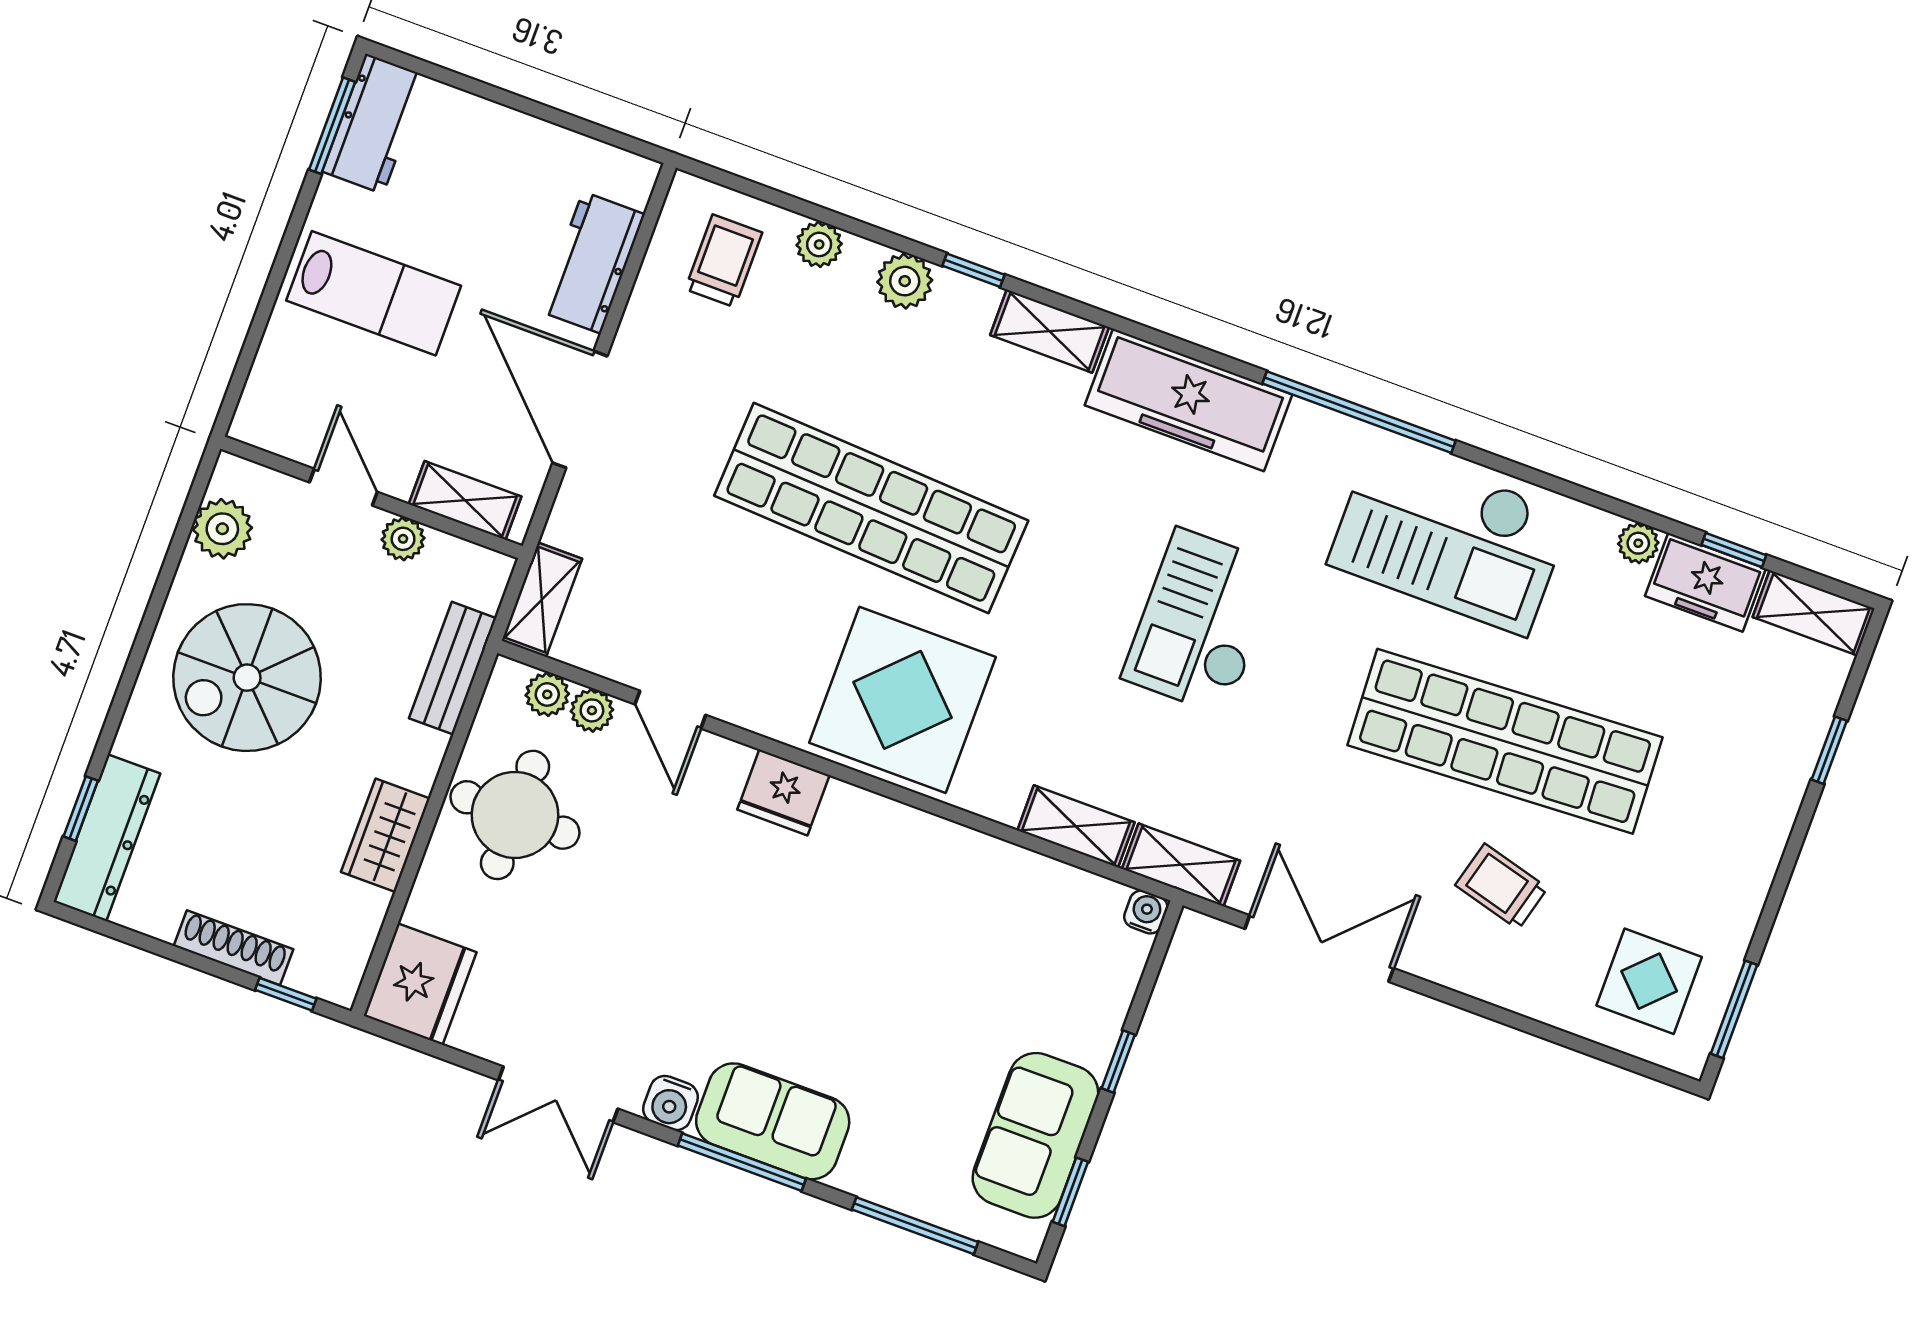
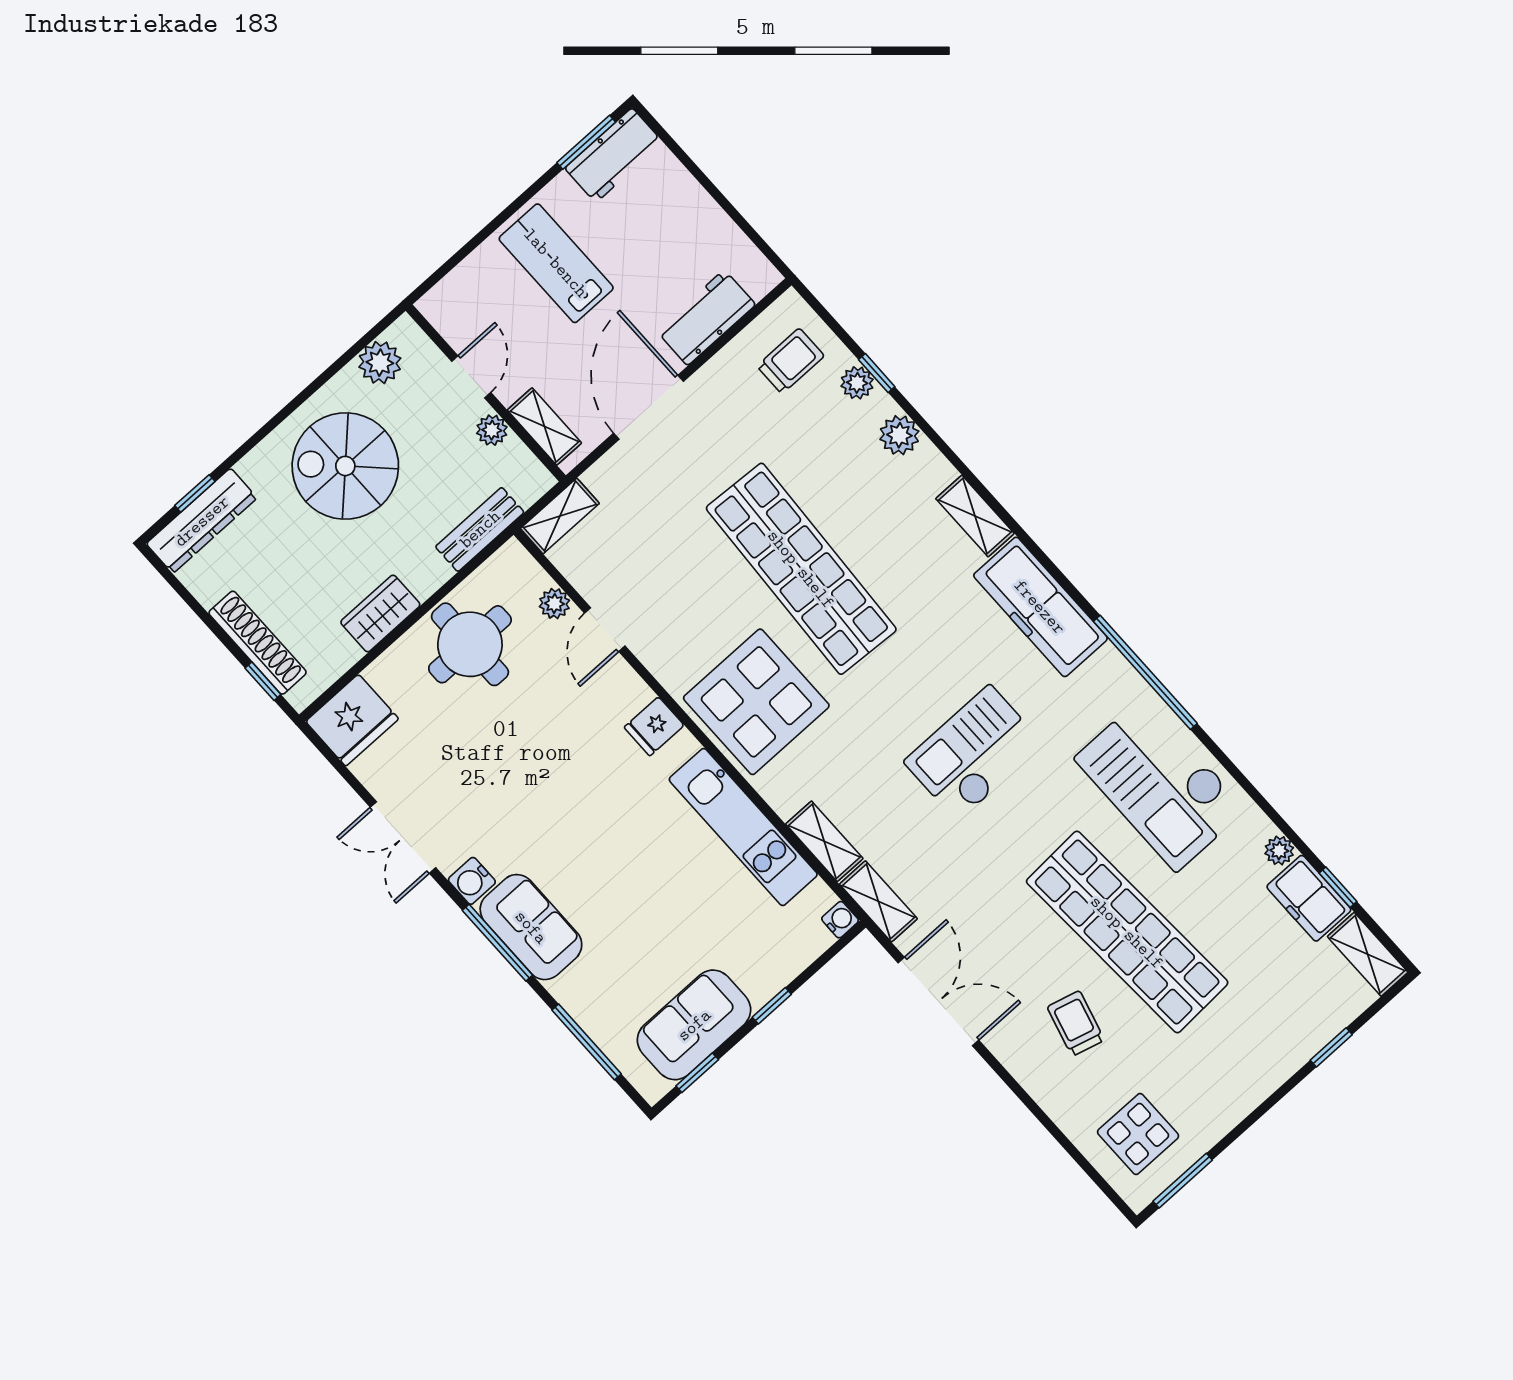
window: (974, 270) -> (877, 373), moved
lab bench: (374, 293) -> (556, 263), turned 180
plant: (547, 694) -> (531, 578), removed
fridge: (783, 792) -> (654, 726), width x0.72
kitchen unit: (967, 861) -> (743, 827), added
shoe rack: (233, 948) -> (258, 643), width x1.36, depth x1.24

